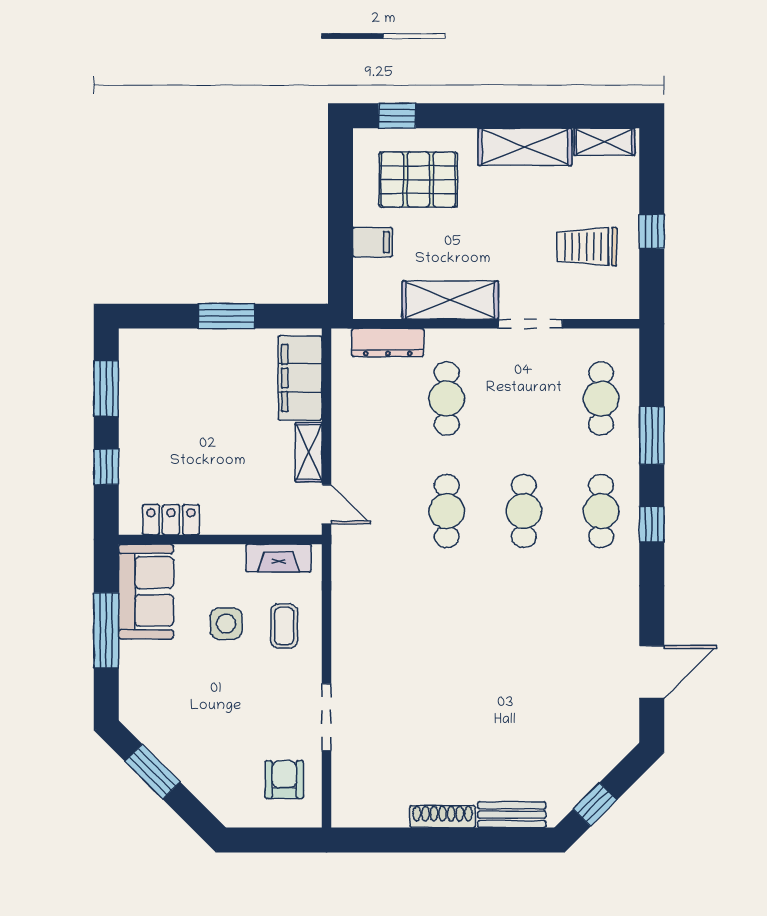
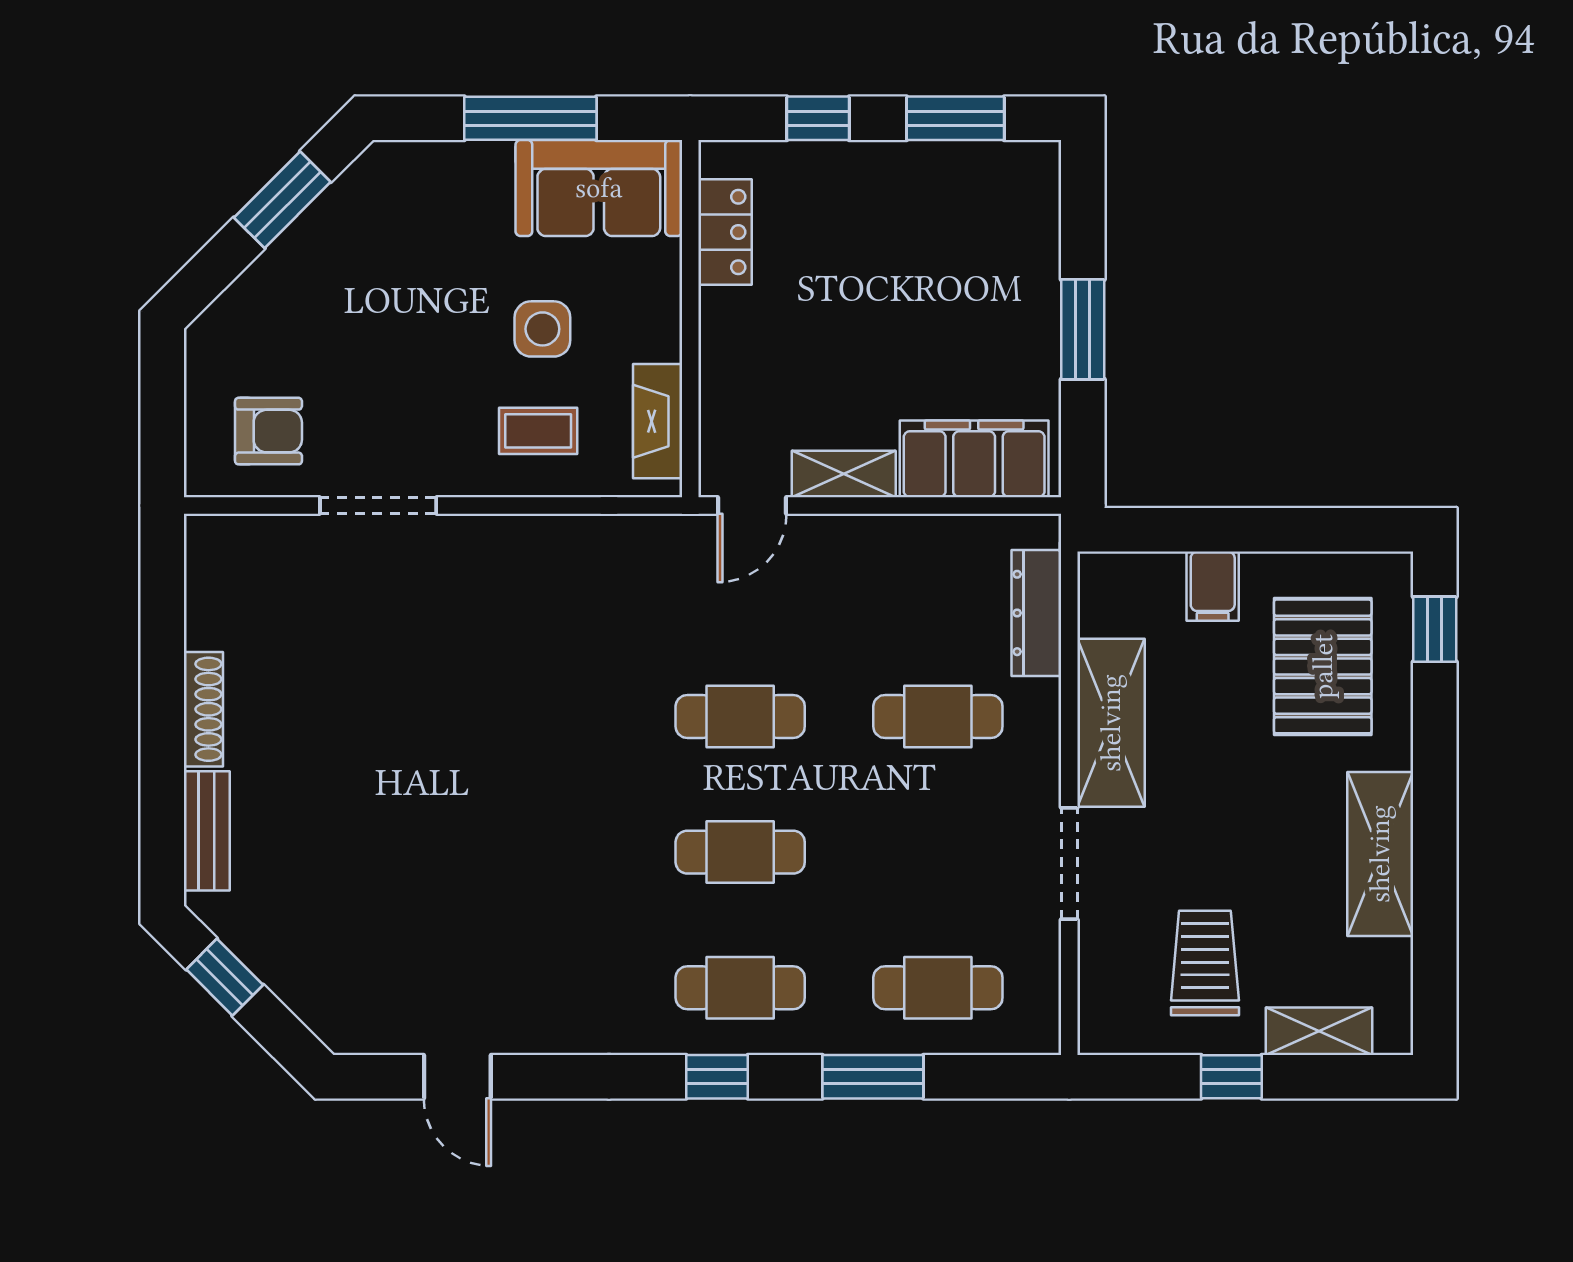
shelving: (604, 142) -> (1319, 1031), moved, turned 90
door: (652, 672) -> (457, 1077), width x0.73

